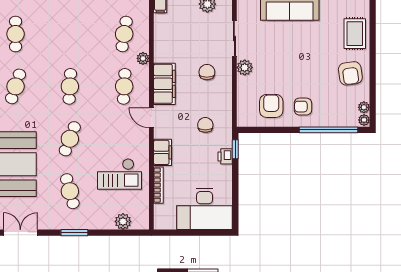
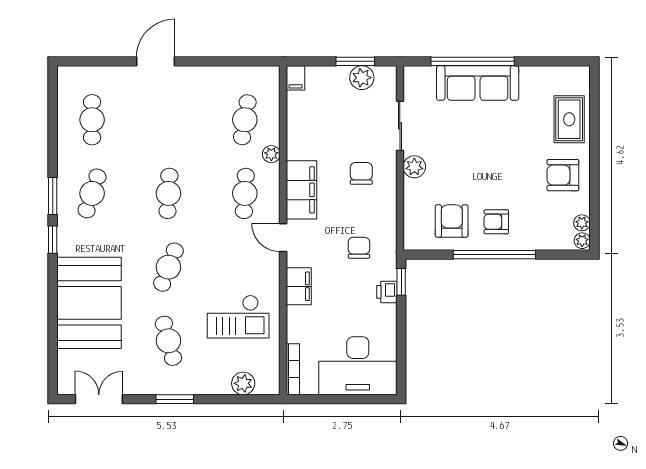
armchair: (350, 73) -> (563, 175), turned 98
window: (328, 130) -> (494, 255), moved
bookcase: (158, 185) -> (293, 369), moved

